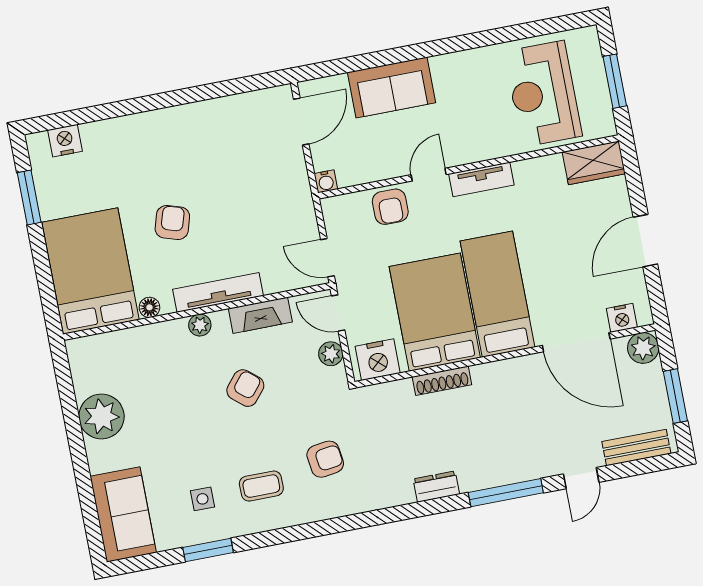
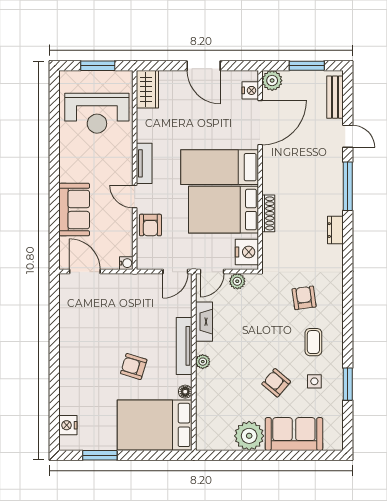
armchair: (390, 207) -> (150, 225), turned 90
armchair: (245, 388) -> (276, 383), moved
sofa: (123, 514) -> (294, 434), moved

